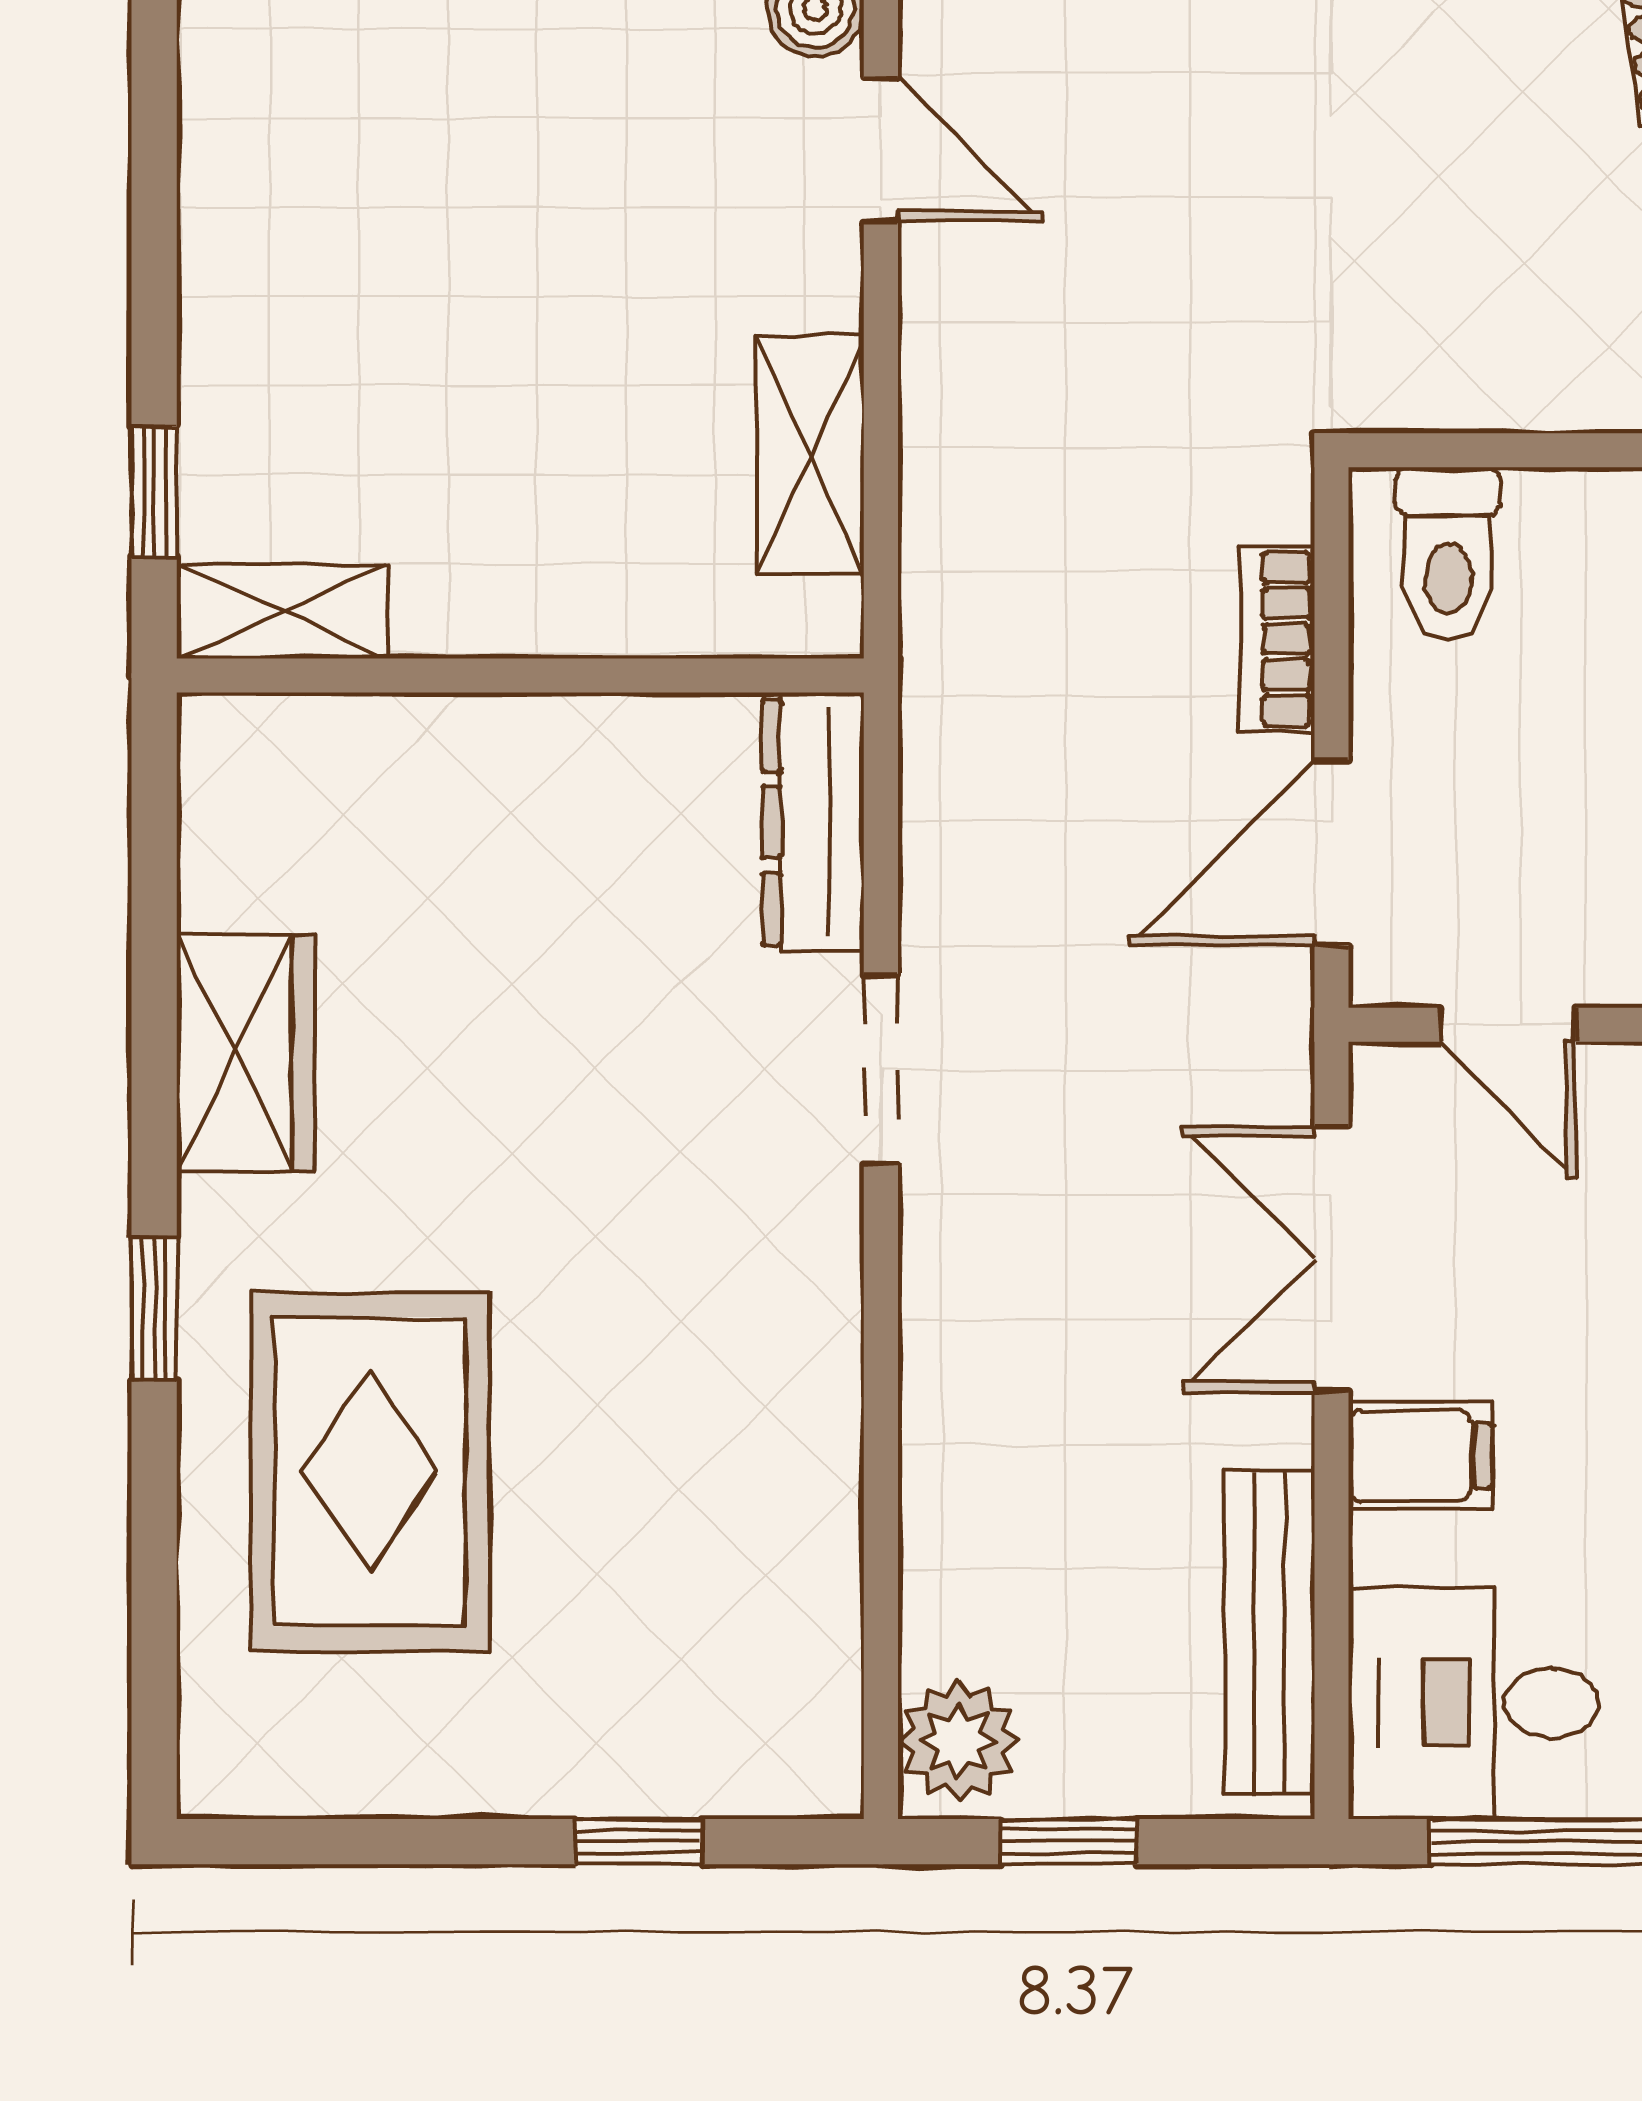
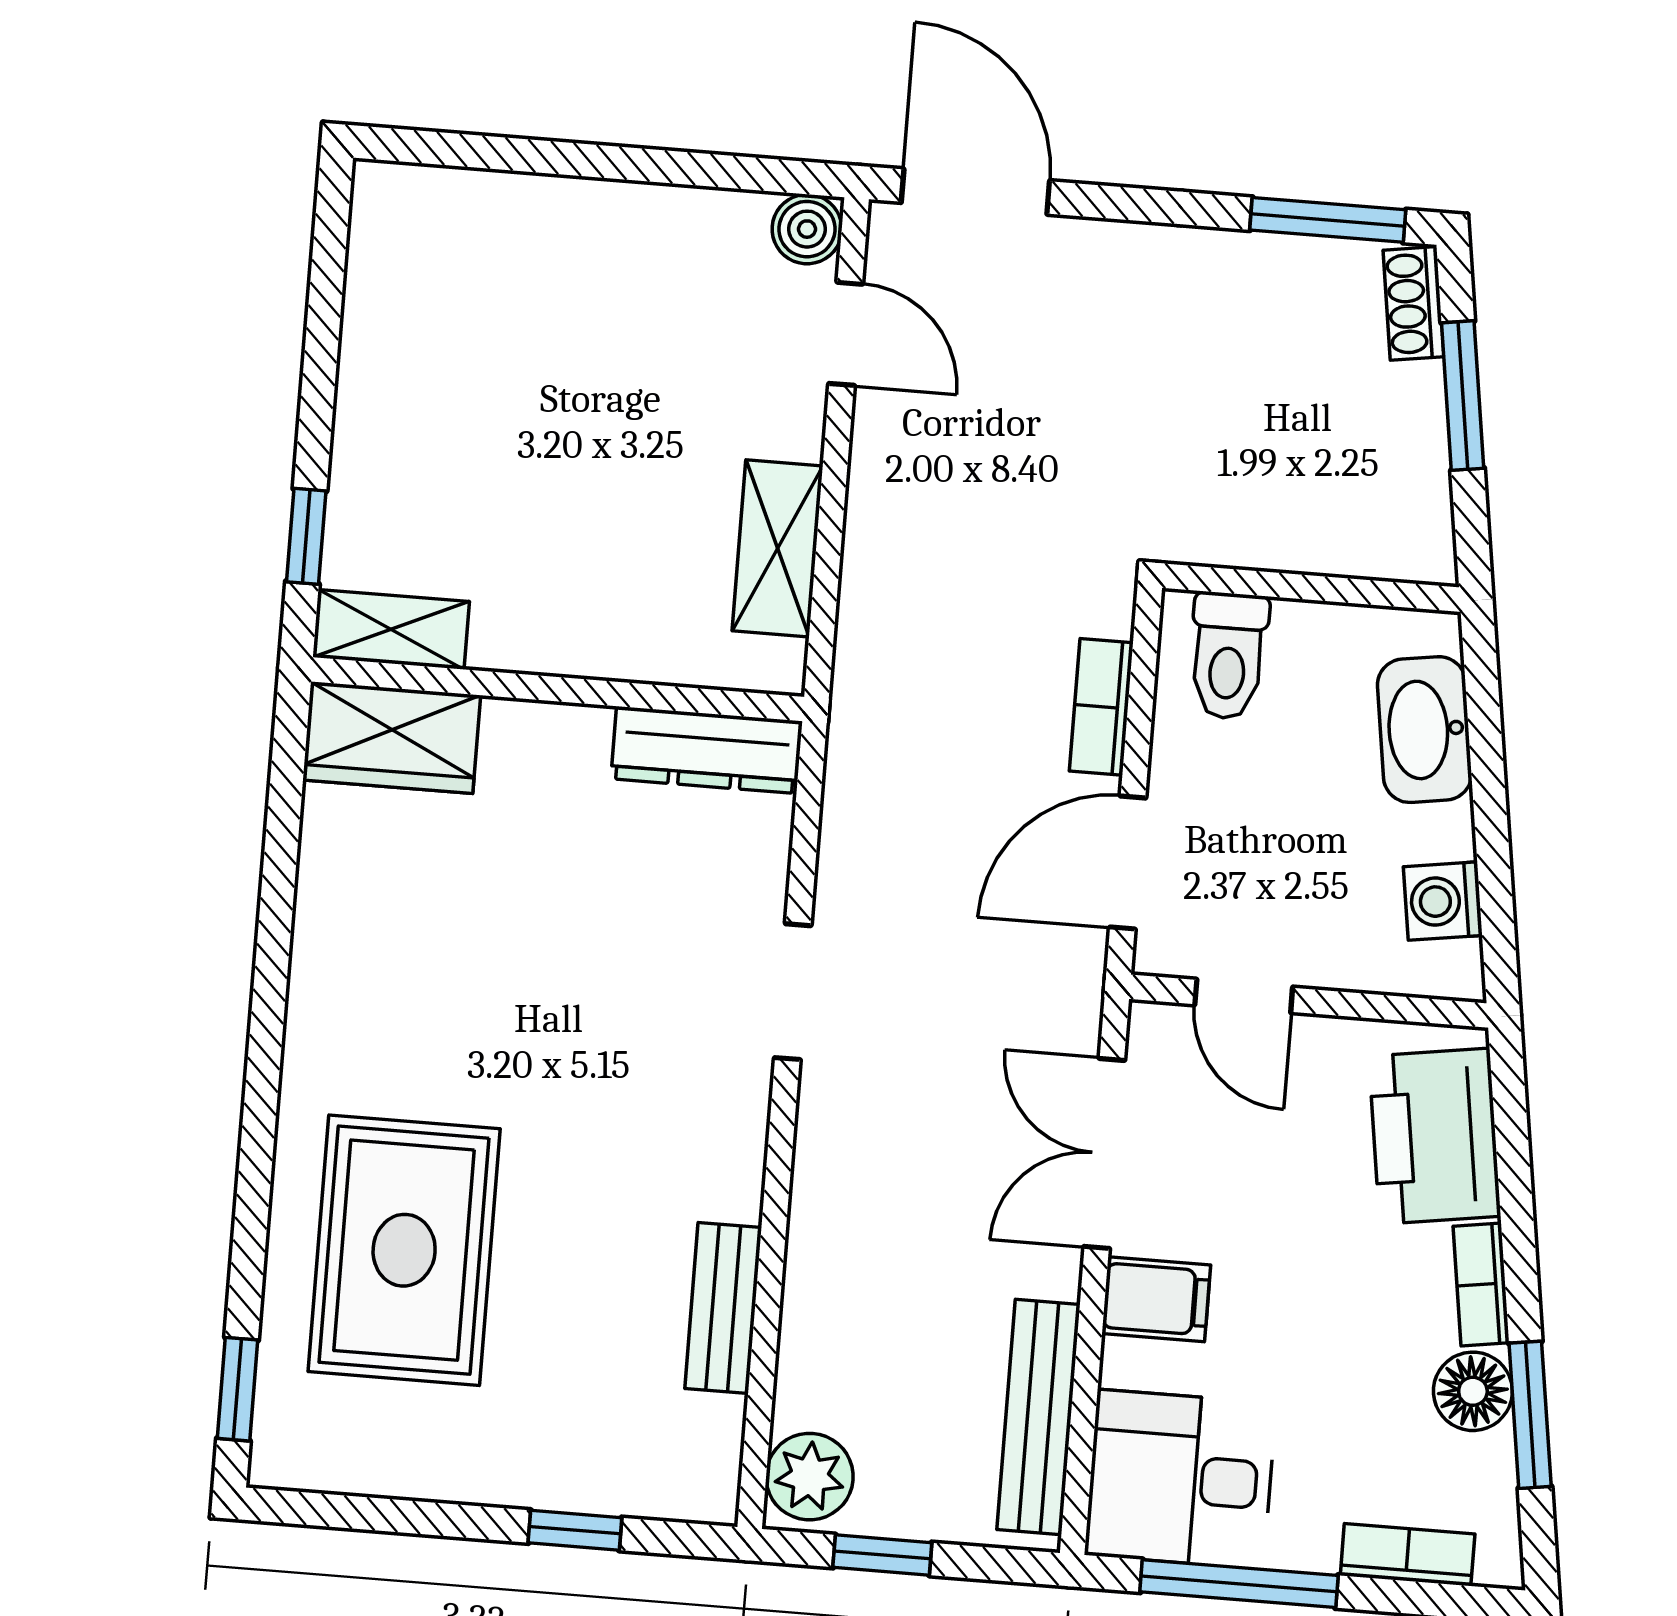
dresser: (813, 822) -> (707, 750), moved, turned -90
wardrobe: (246, 1053) -> (392, 738), moved, turned 90
window: (154, 1308) -> (238, 1389), moved
bench: (820, 1516) -> (723, 1308), added

